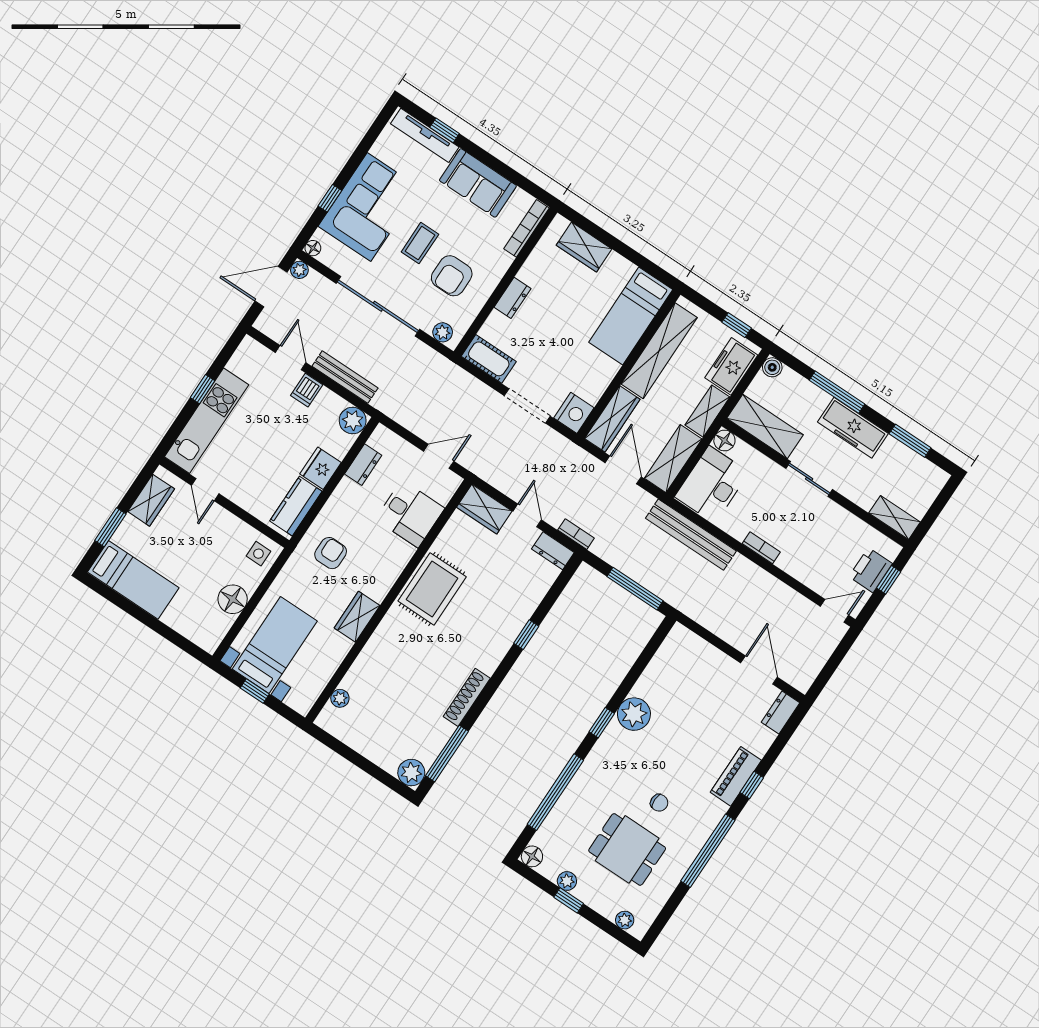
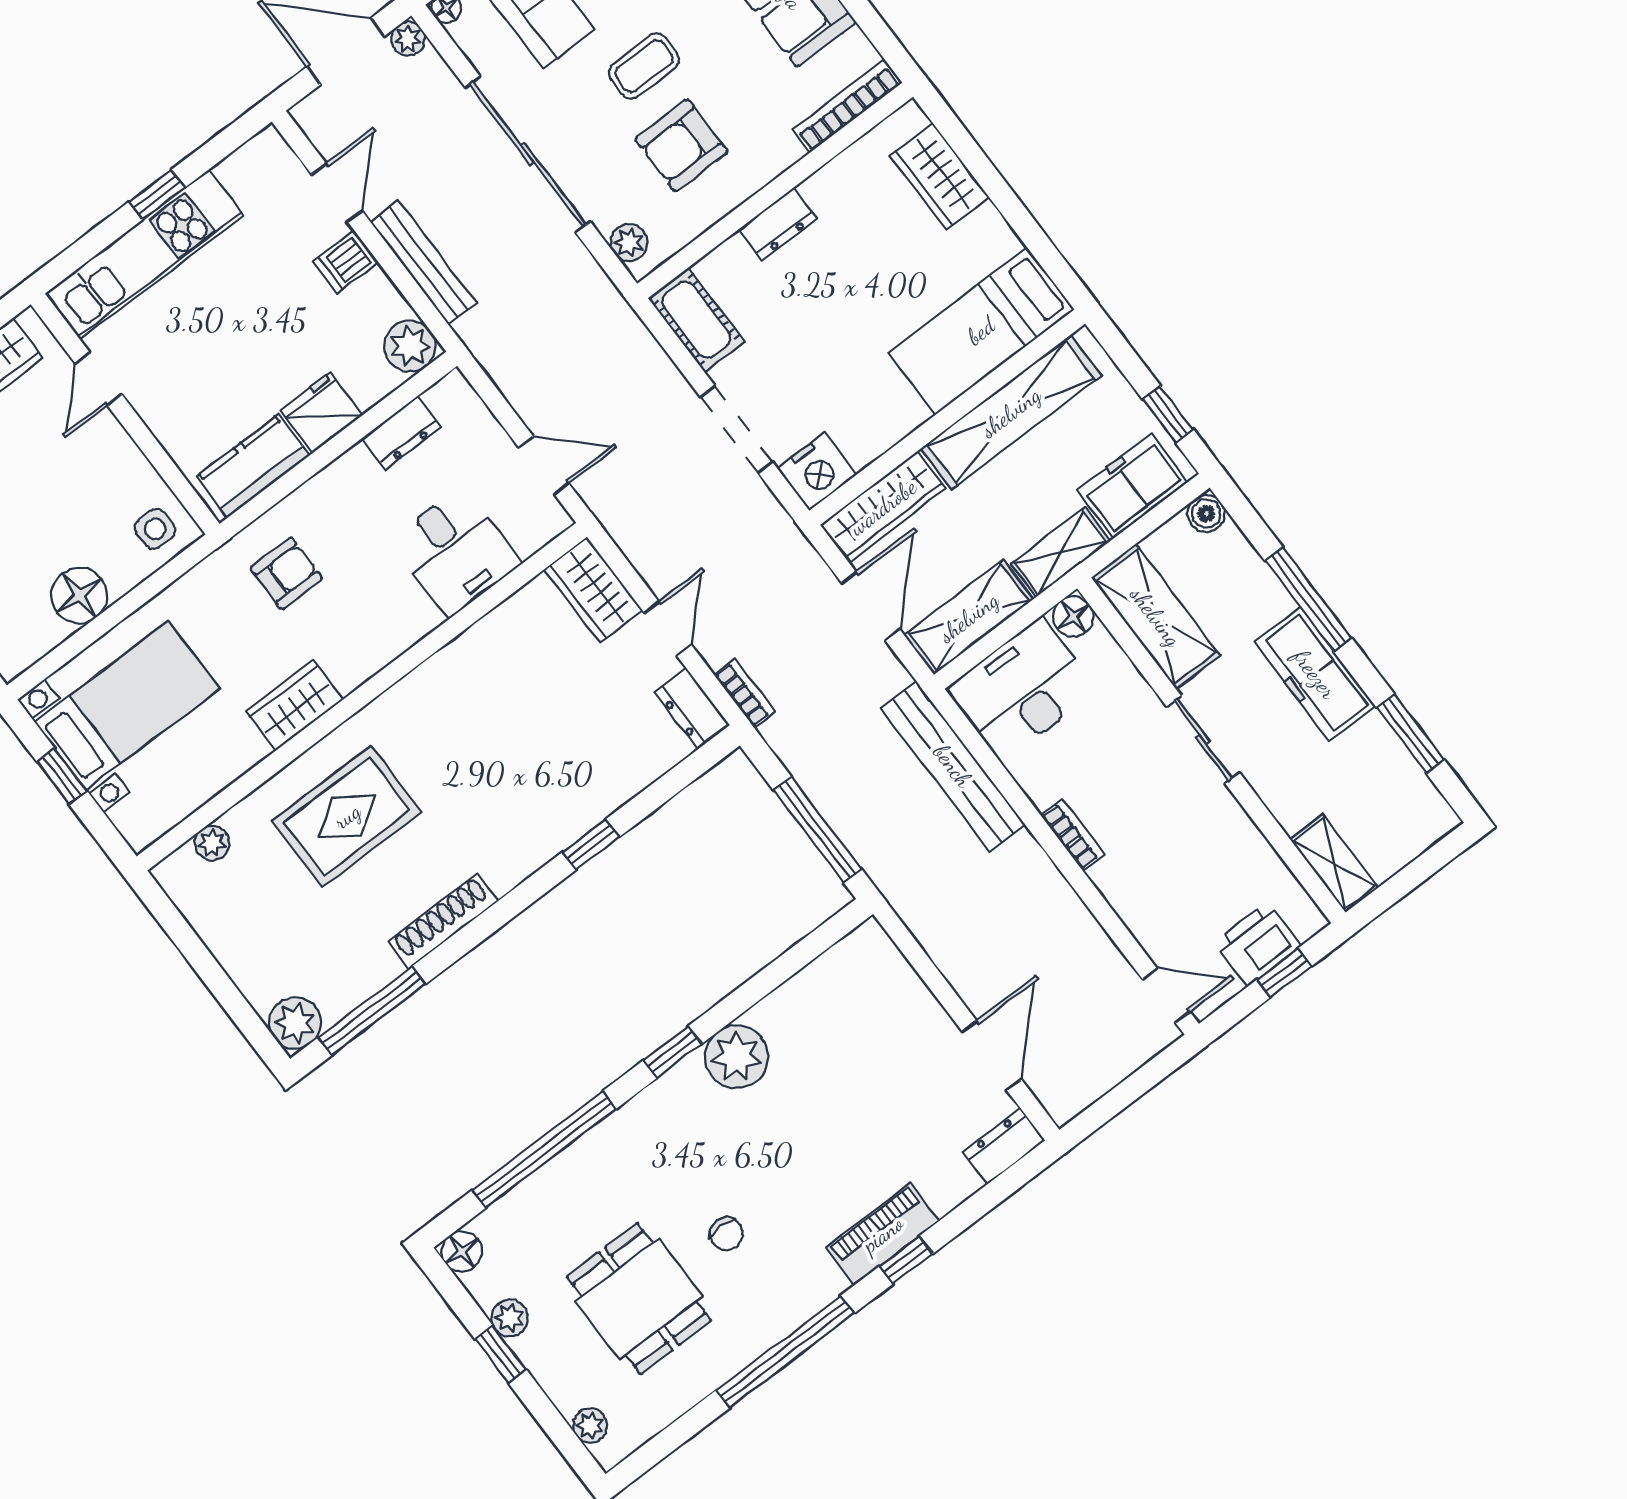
rug: (432, 589) -> (347, 816), moved

